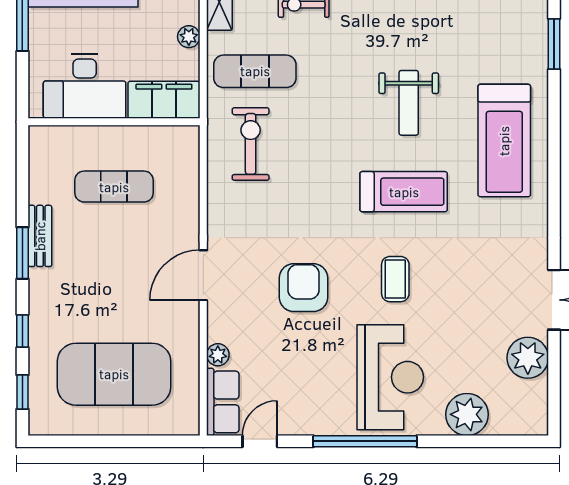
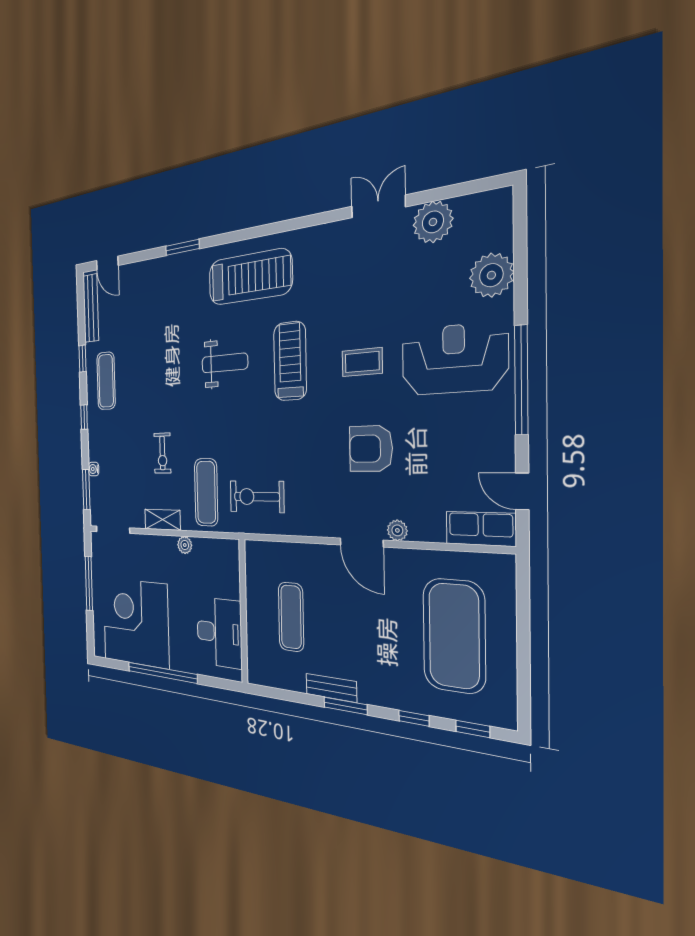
filing cabinet: (164, 100) -> (227, 568), removed
plant: (218, 355) -> (397, 530), moved

